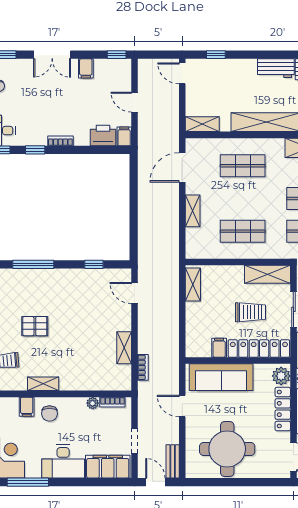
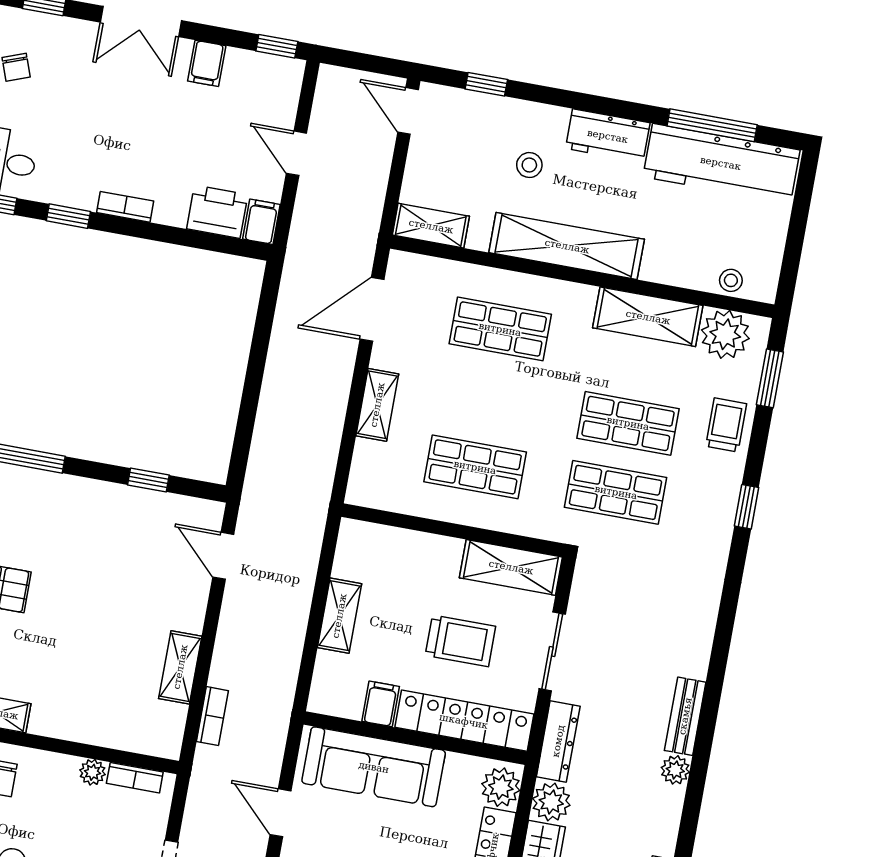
stool: (242, 88) -> (529, 165), added
shelving: (193, 284) -> (339, 616), moved

